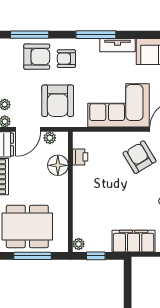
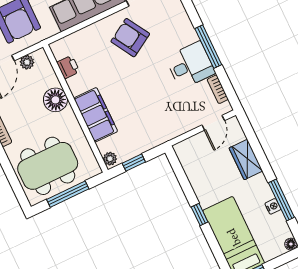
floor lamp: (58, 165) -> (55, 100), moved
filing cabinet: (134, 241) -> (96, 115), moved, turned 90

